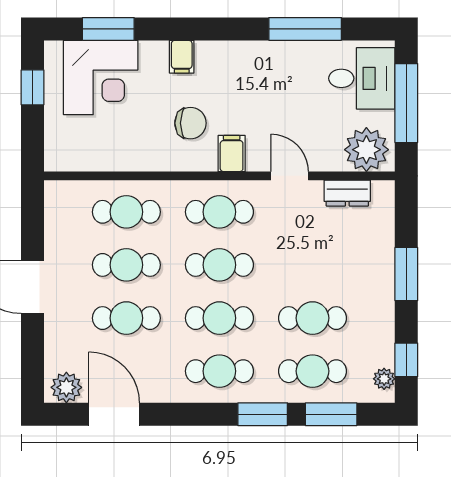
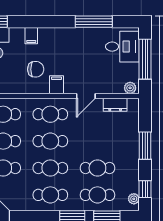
plant: (366, 150) -> (130, 88), width x0.53, depth x0.53
door: (290, 176) -> (86, 96), swing flipped

